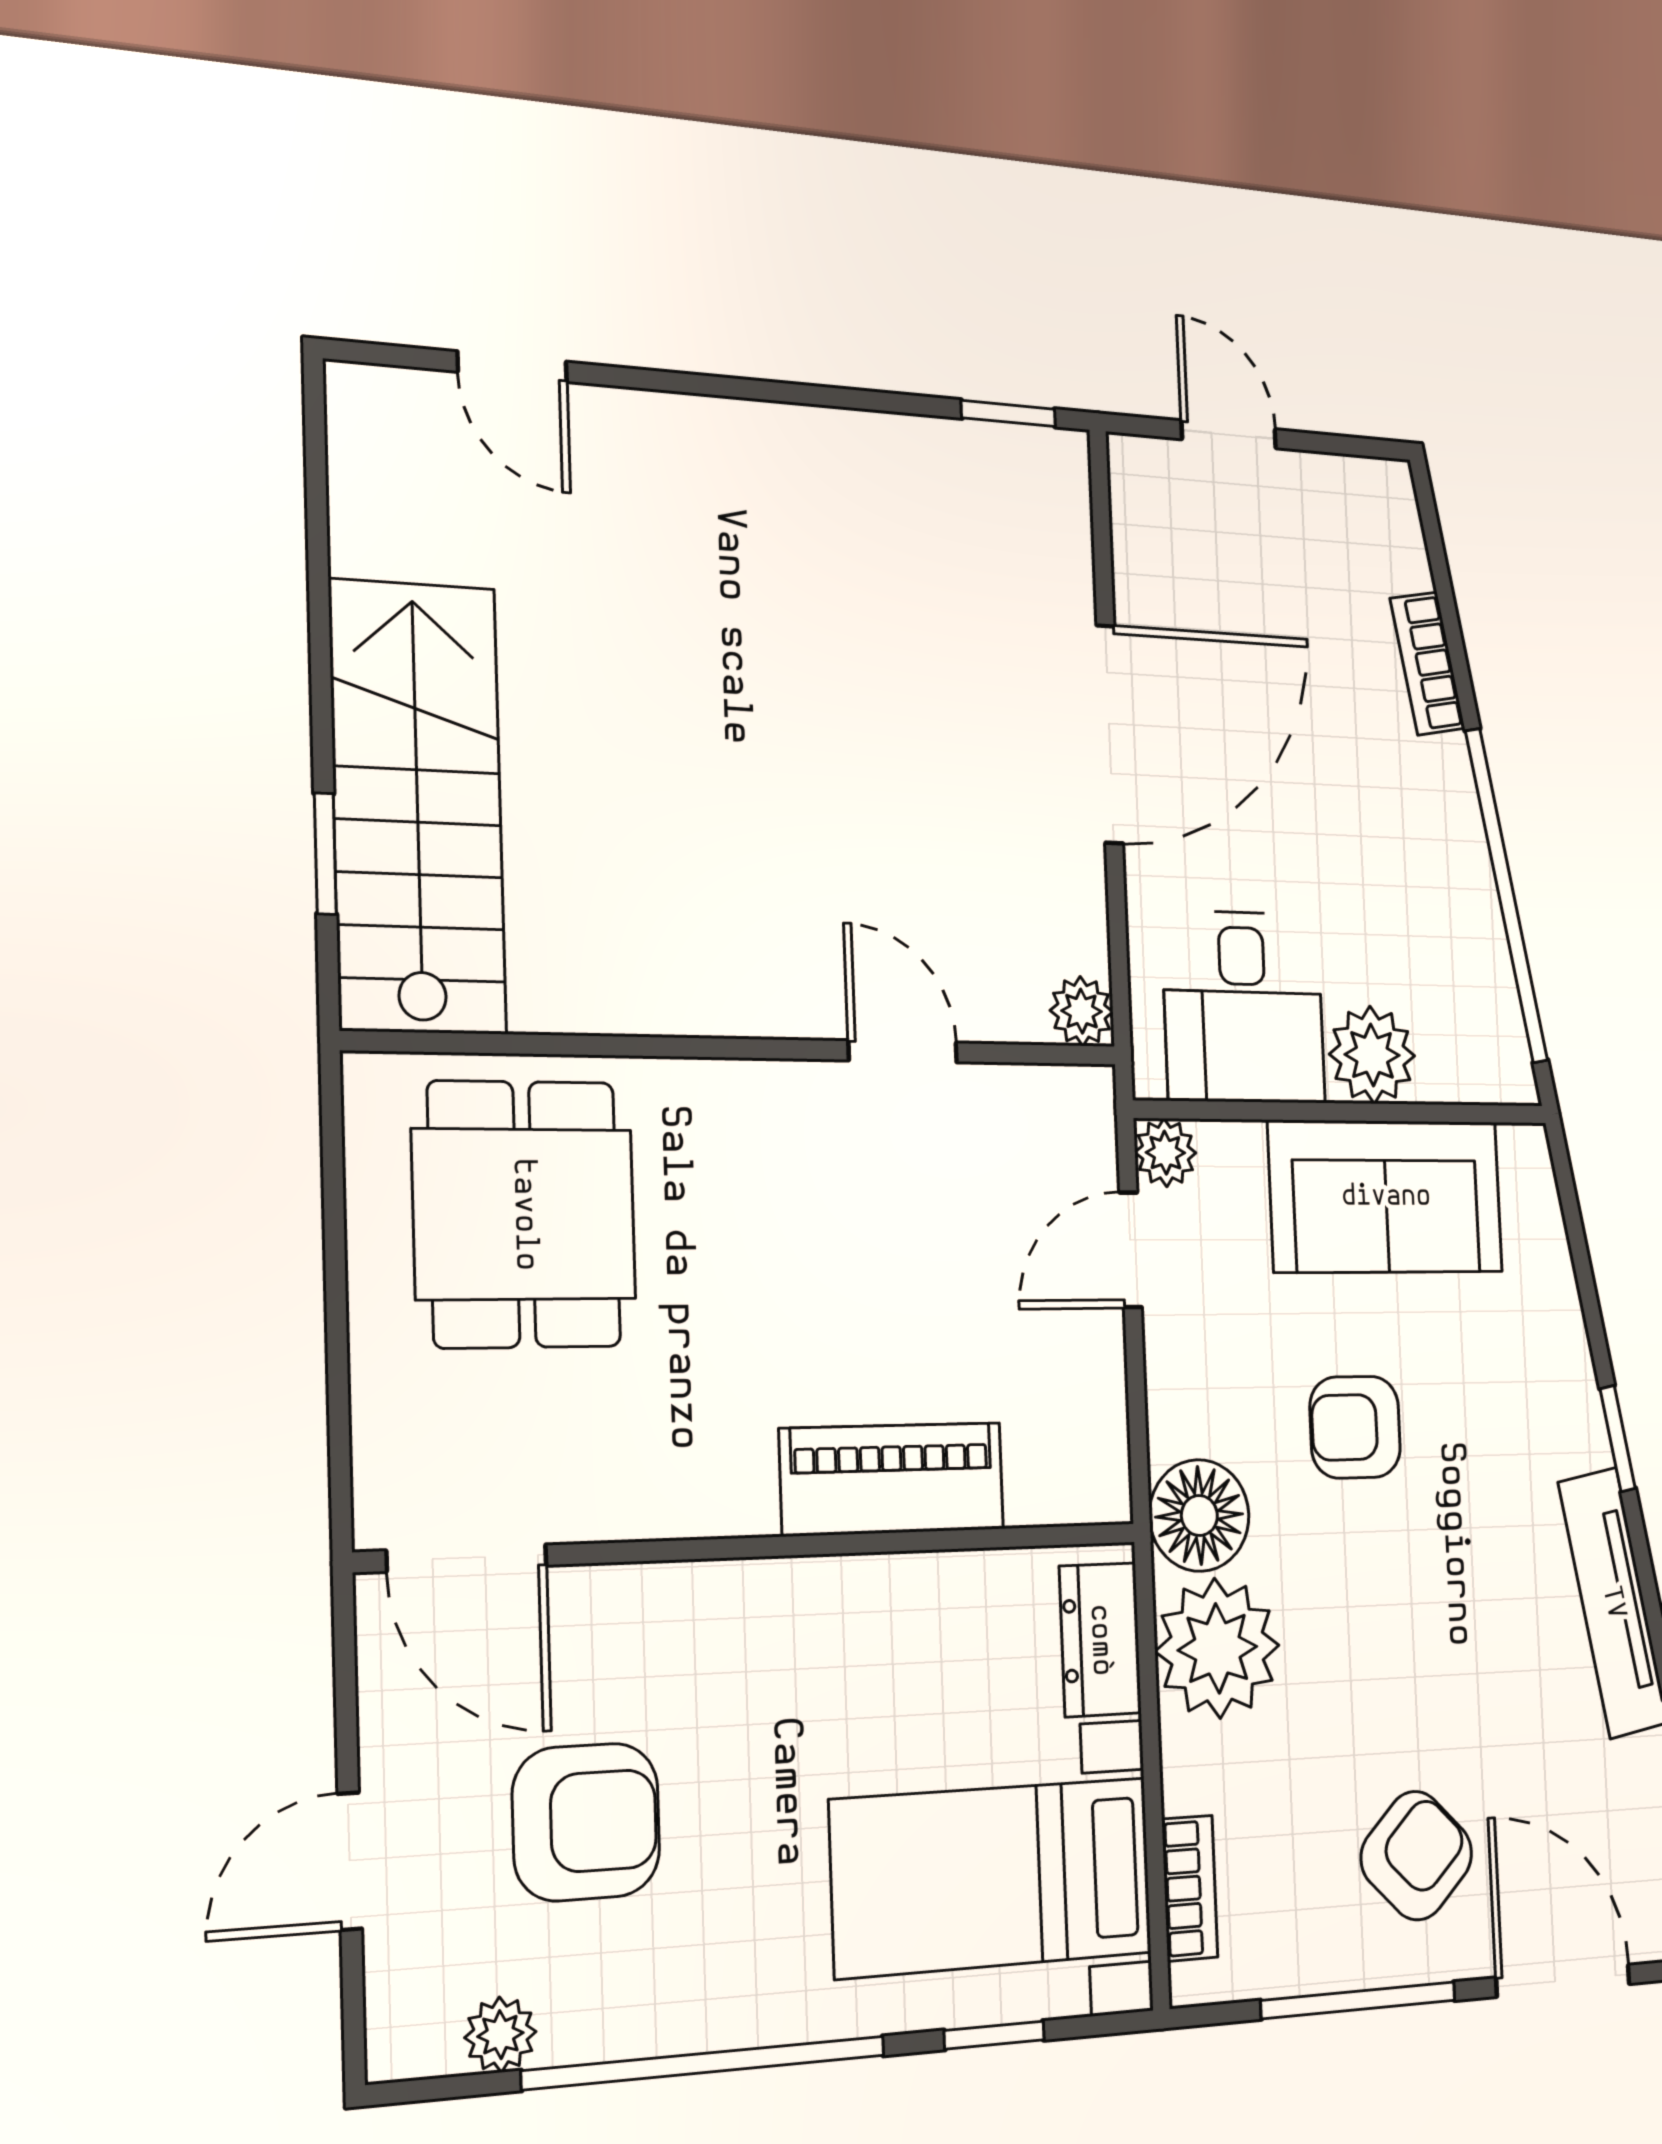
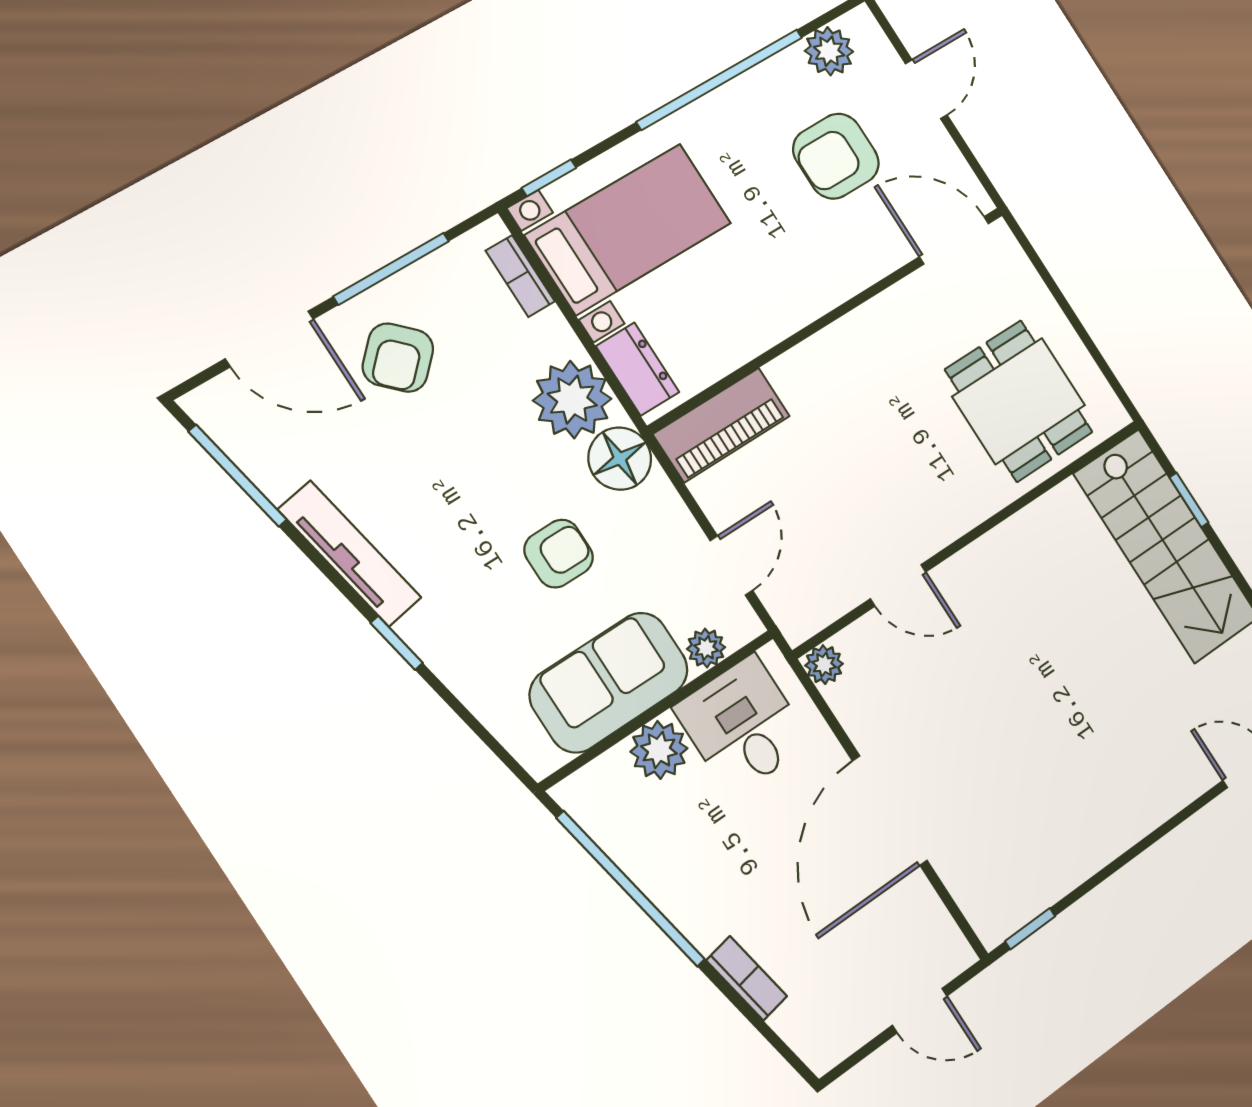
plant: (1165, 1153) -> (706, 648), moved
piano: (892, 1479) -> (722, 425), moved
plant: (500, 2035) -> (829, 51), width x1.38, depth x1.38
window: (994, 2035) -> (549, 178), moved

